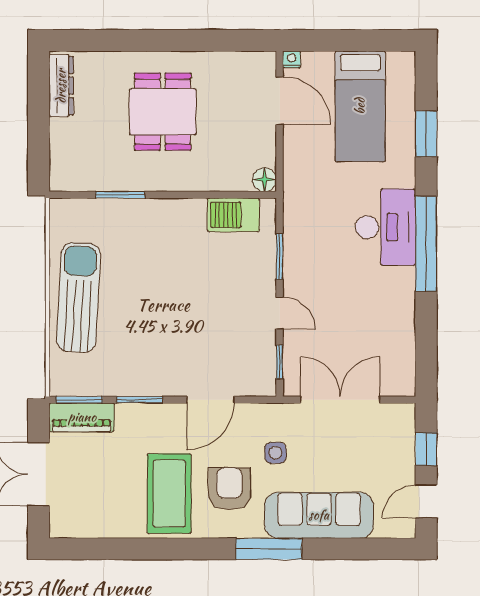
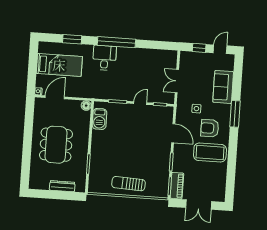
dresser: (61, 86) -> (62, 186), moved
dining table: (163, 112) -> (56, 145), width x1.38
desk: (386, 227) -> (104, 58), width x0.73
sun lounger: (79, 297) -> (128, 184), width x0.73, depth x0.75
double door: (340, 400) -> (177, 81), width x0.73
door: (426, 501) -> (220, 49), swing flipped
sofa: (319, 515) -> (223, 87), width x0.73

